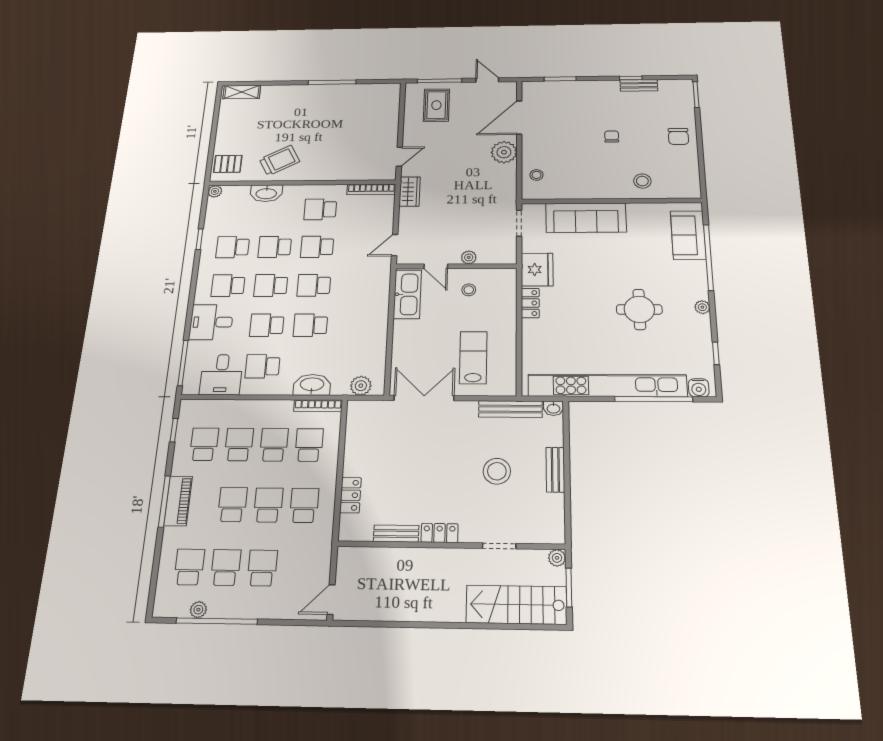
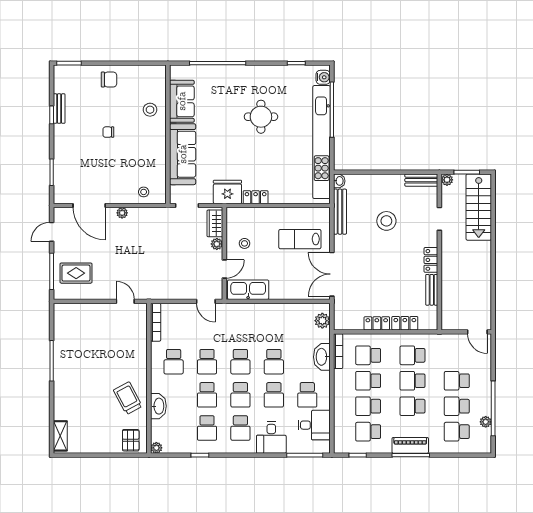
plant: (504, 152) -> (122, 213), width x0.53, depth x0.53
wardrobe: (410, 192) -> (215, 223), moved, turned -90
sofa: (688, 235) -> (182, 101), moved, turned -90
plant: (702, 307) -> (259, 71), removed
locker: (353, 457) -> (377, 323), added
bench: (555, 470) -> (421, 180), moved

